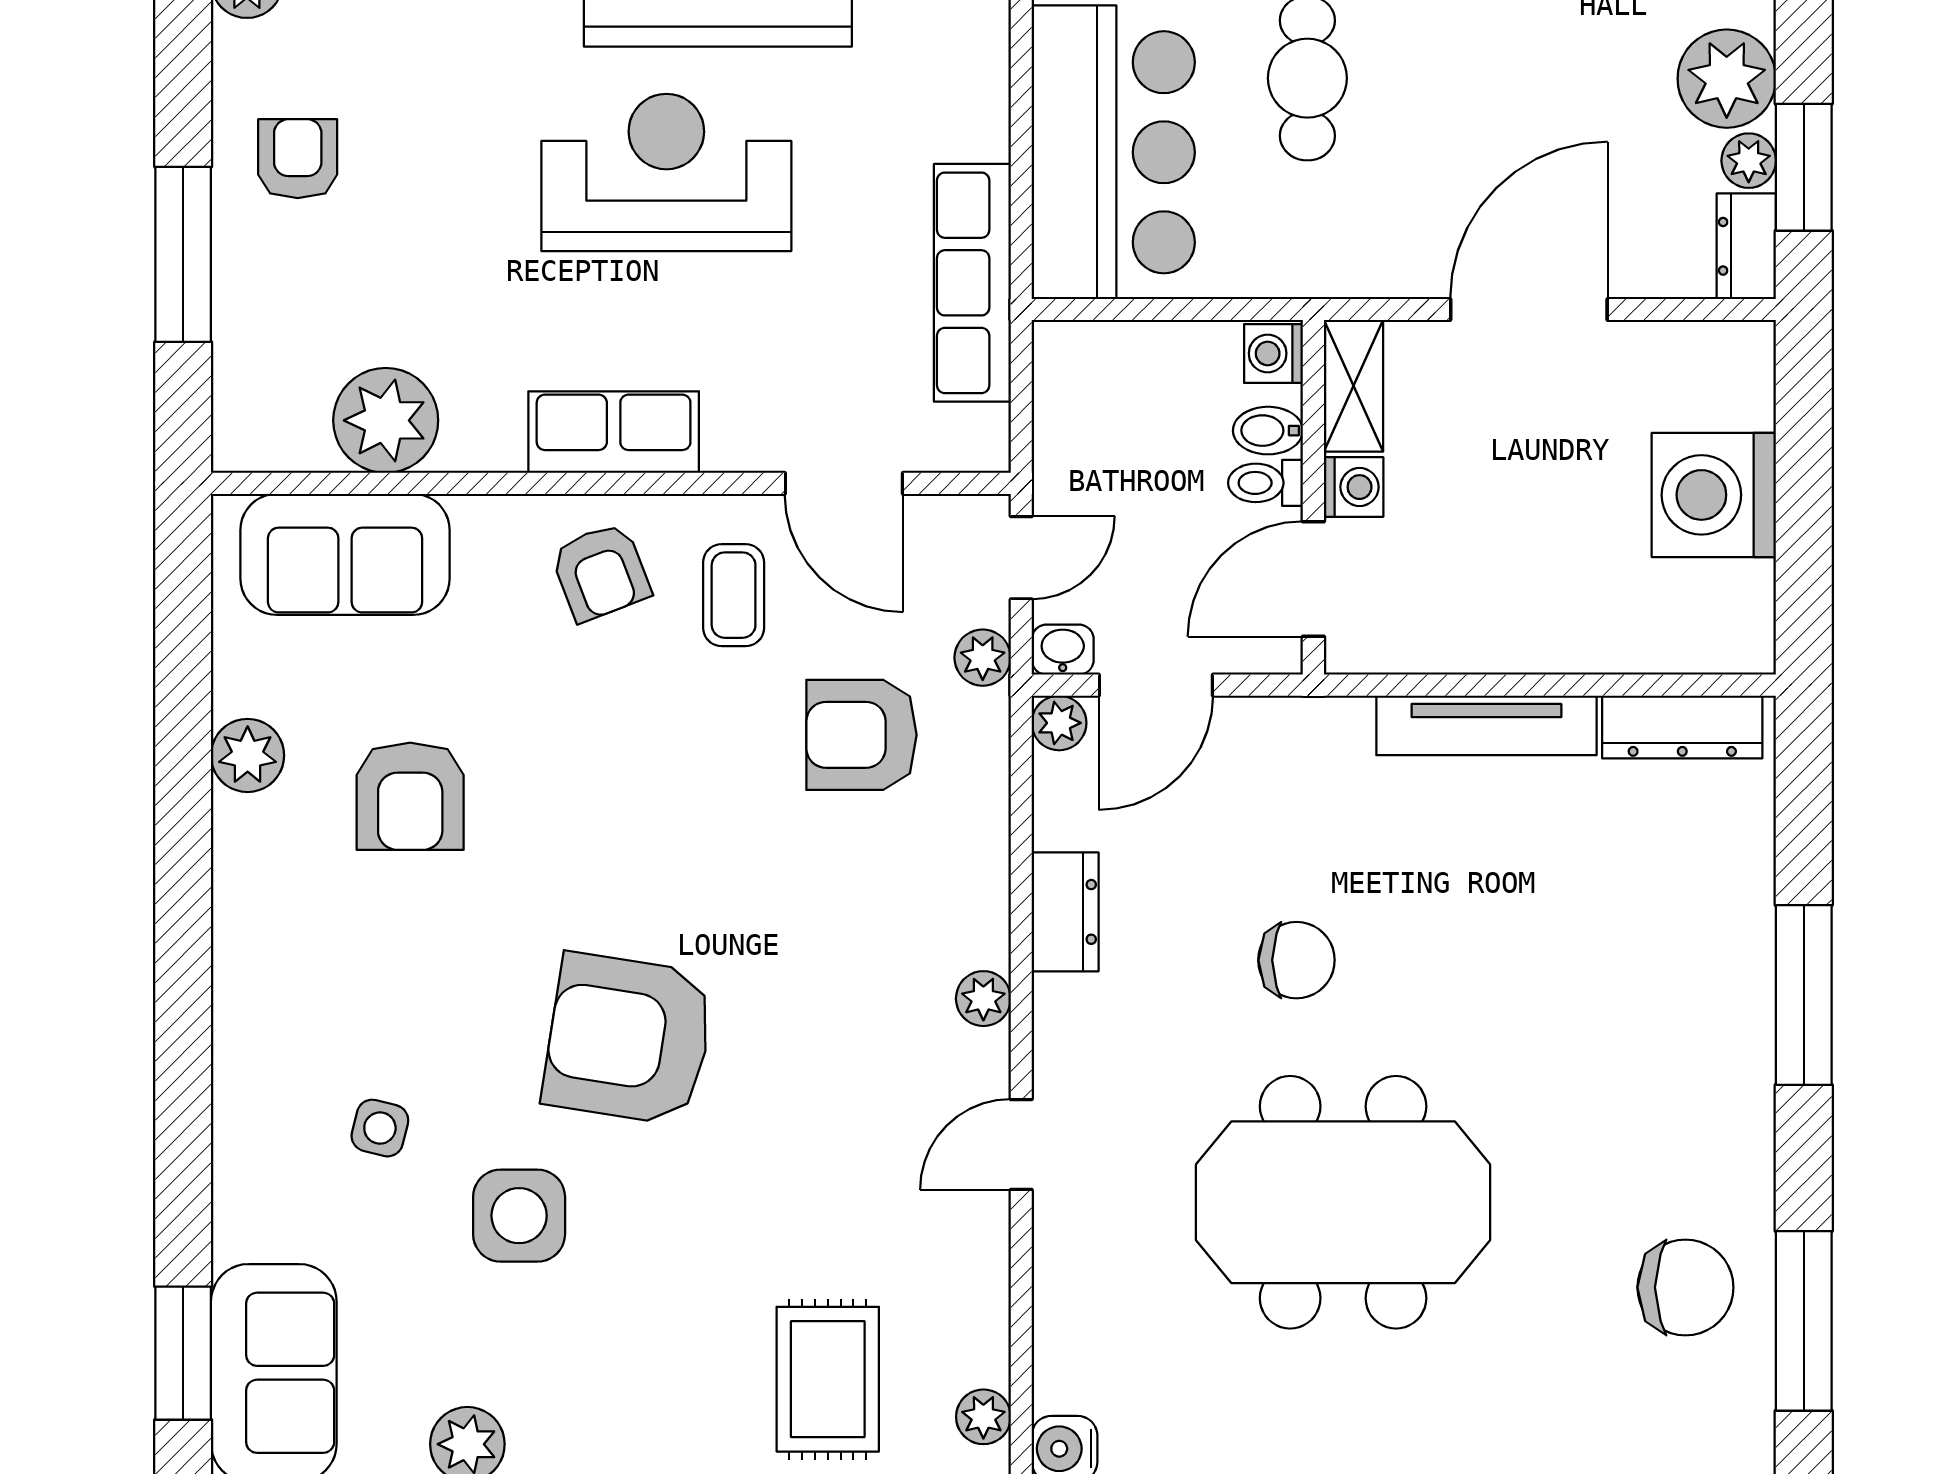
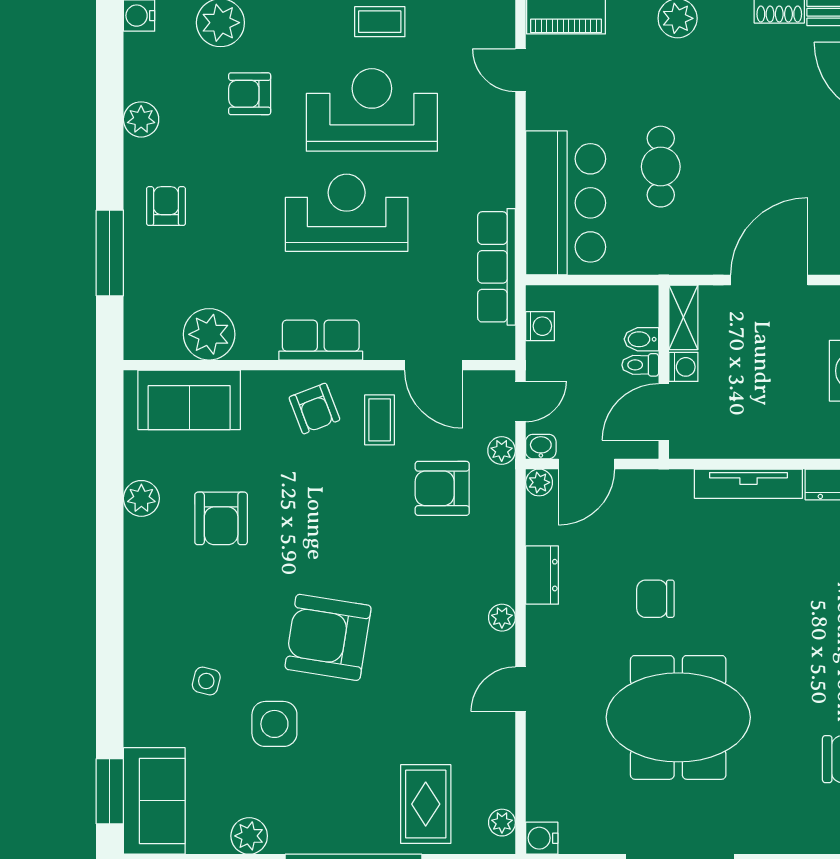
washing machine: (1274, 353) -> (540, 326), moved, turned 180
chair: (1296, 960) -> (655, 599), turned 180

